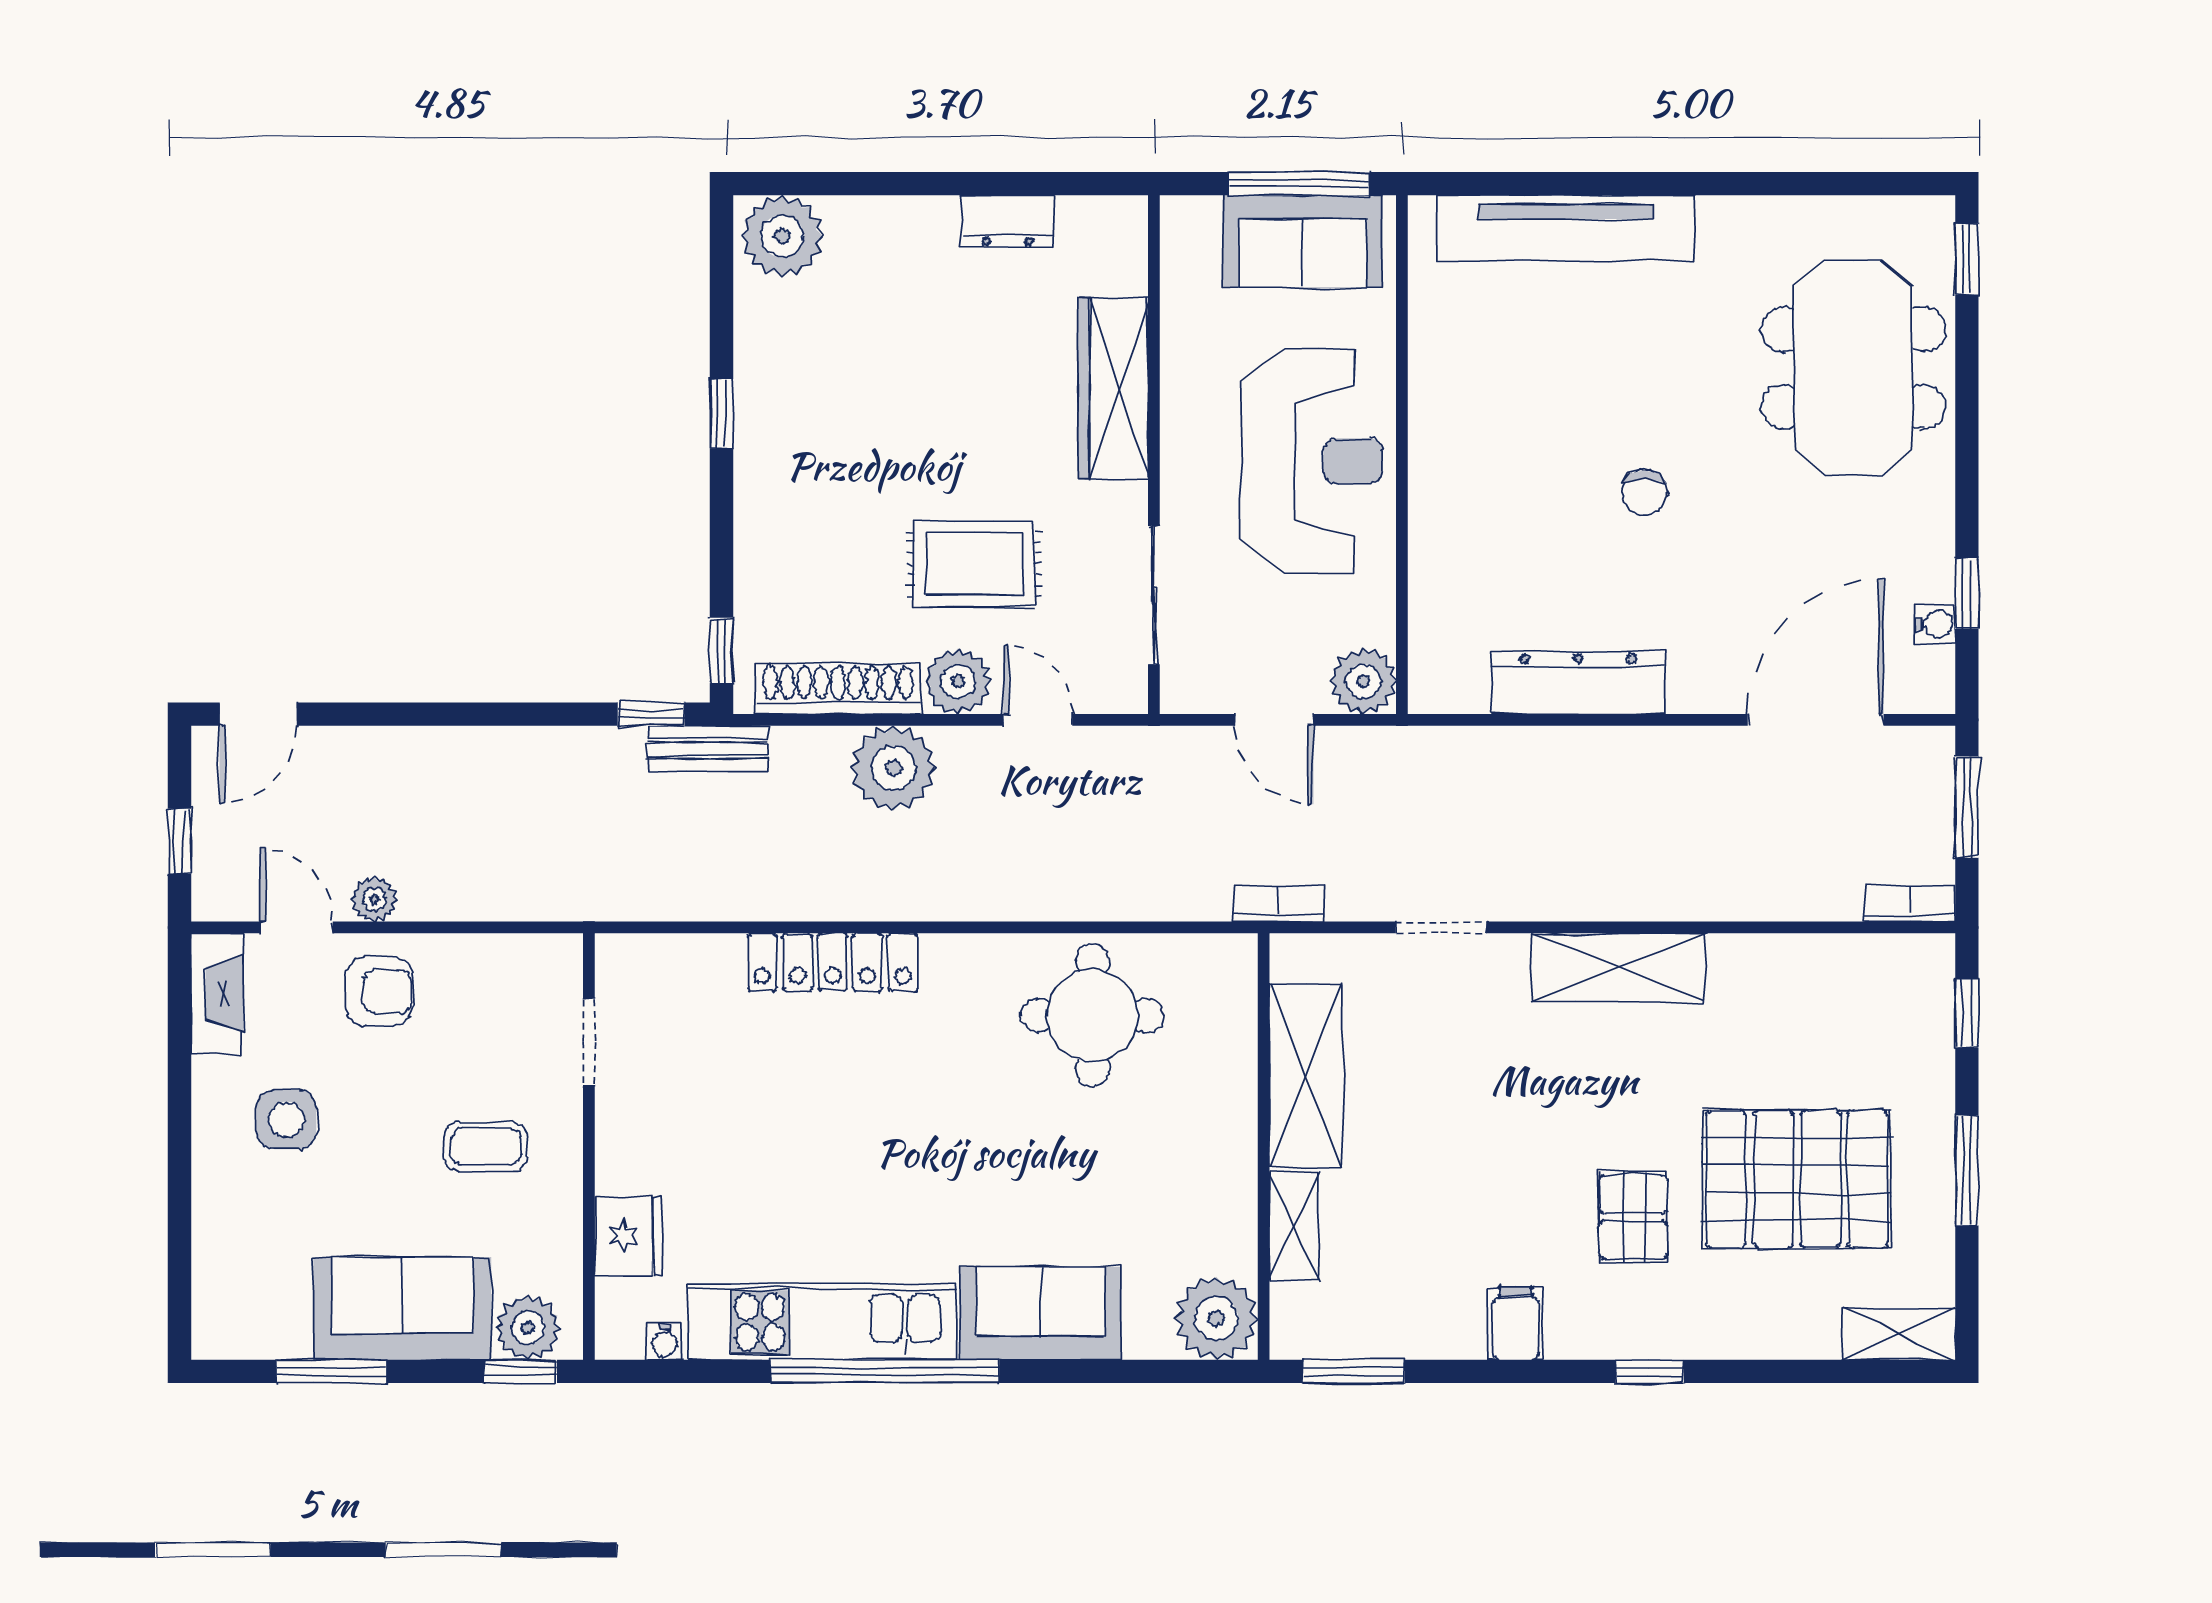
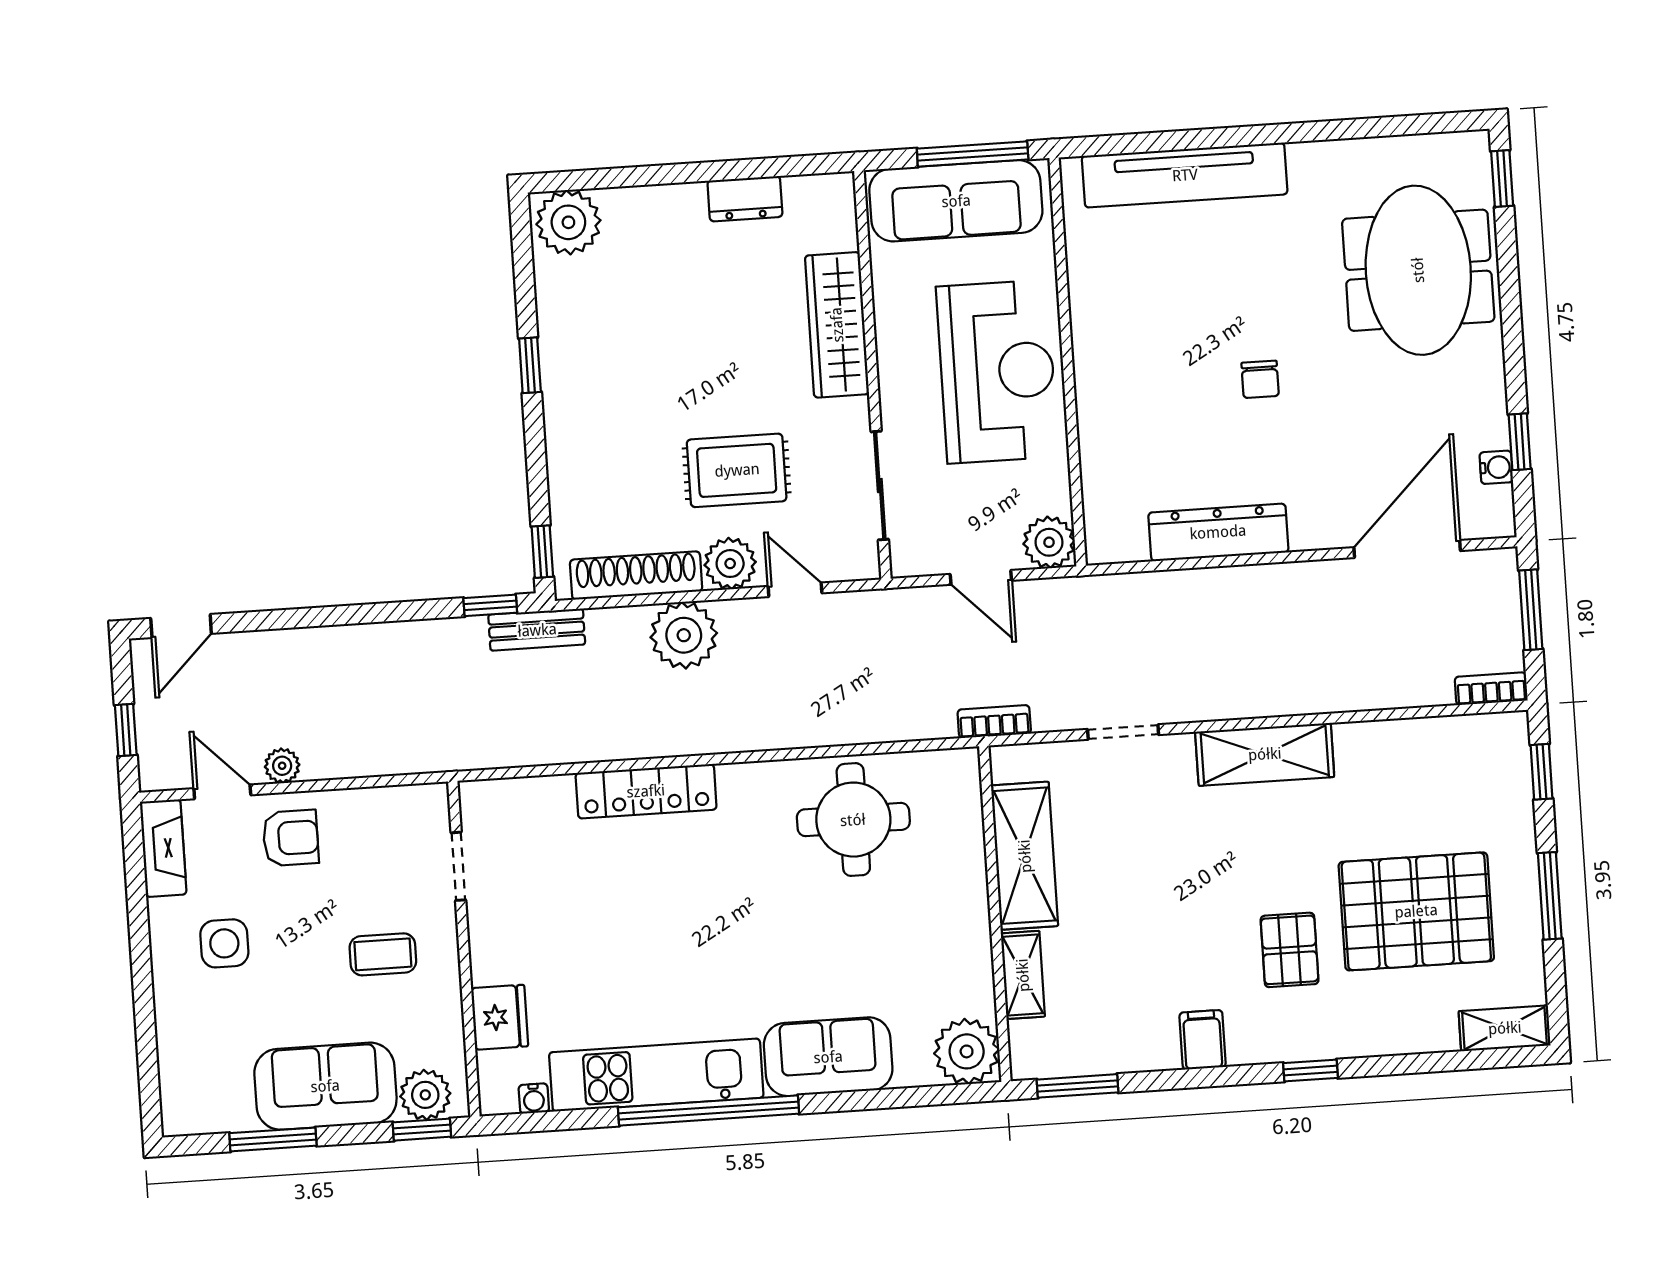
sofa: (1303, 241) -> (956, 201), width x1.36

